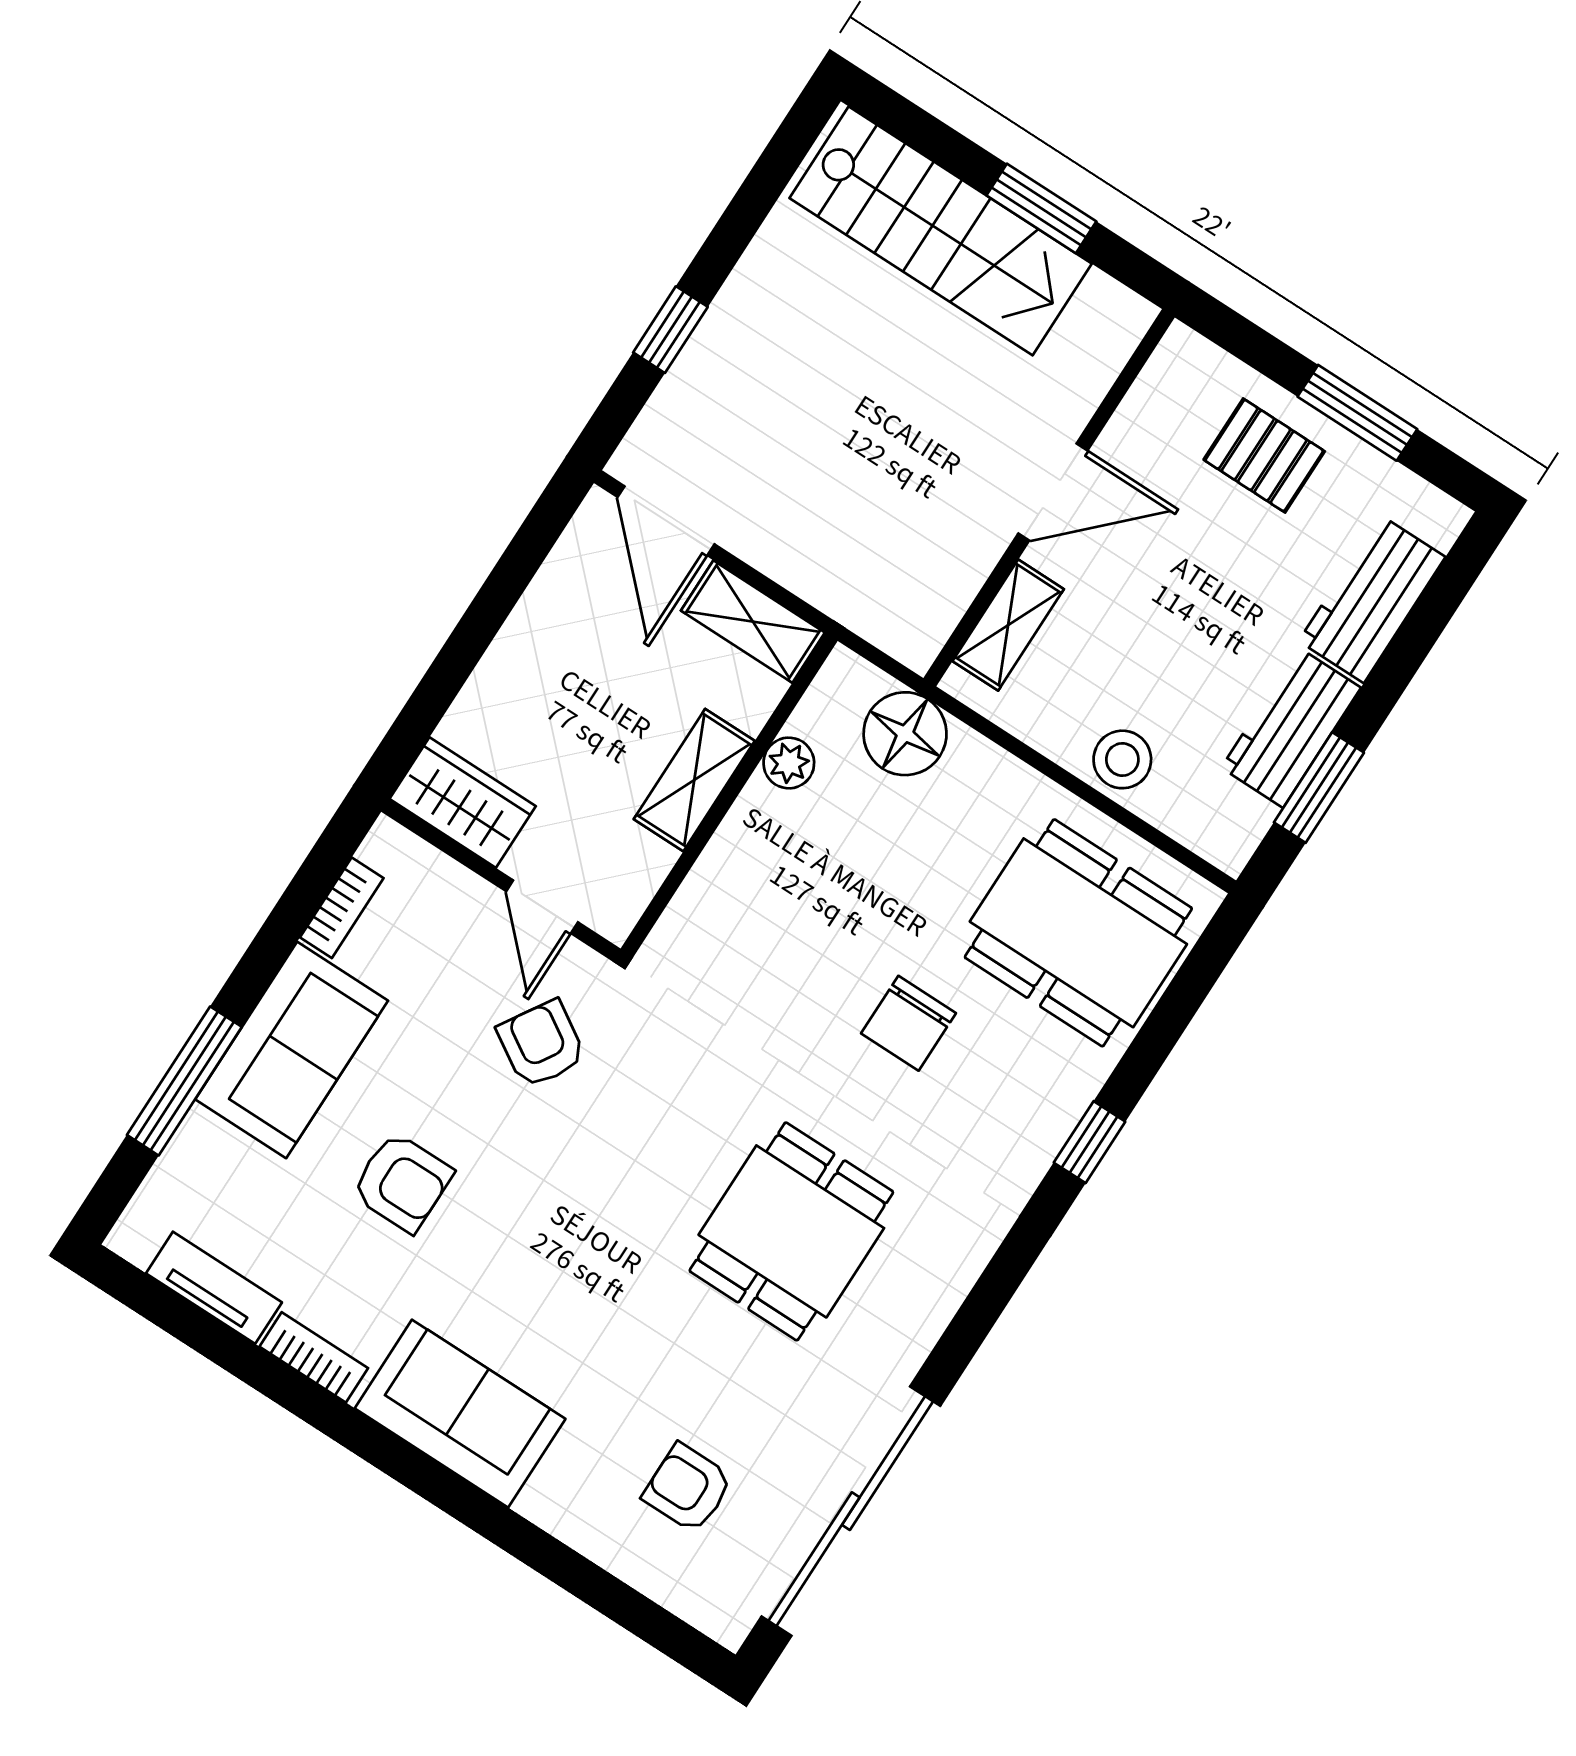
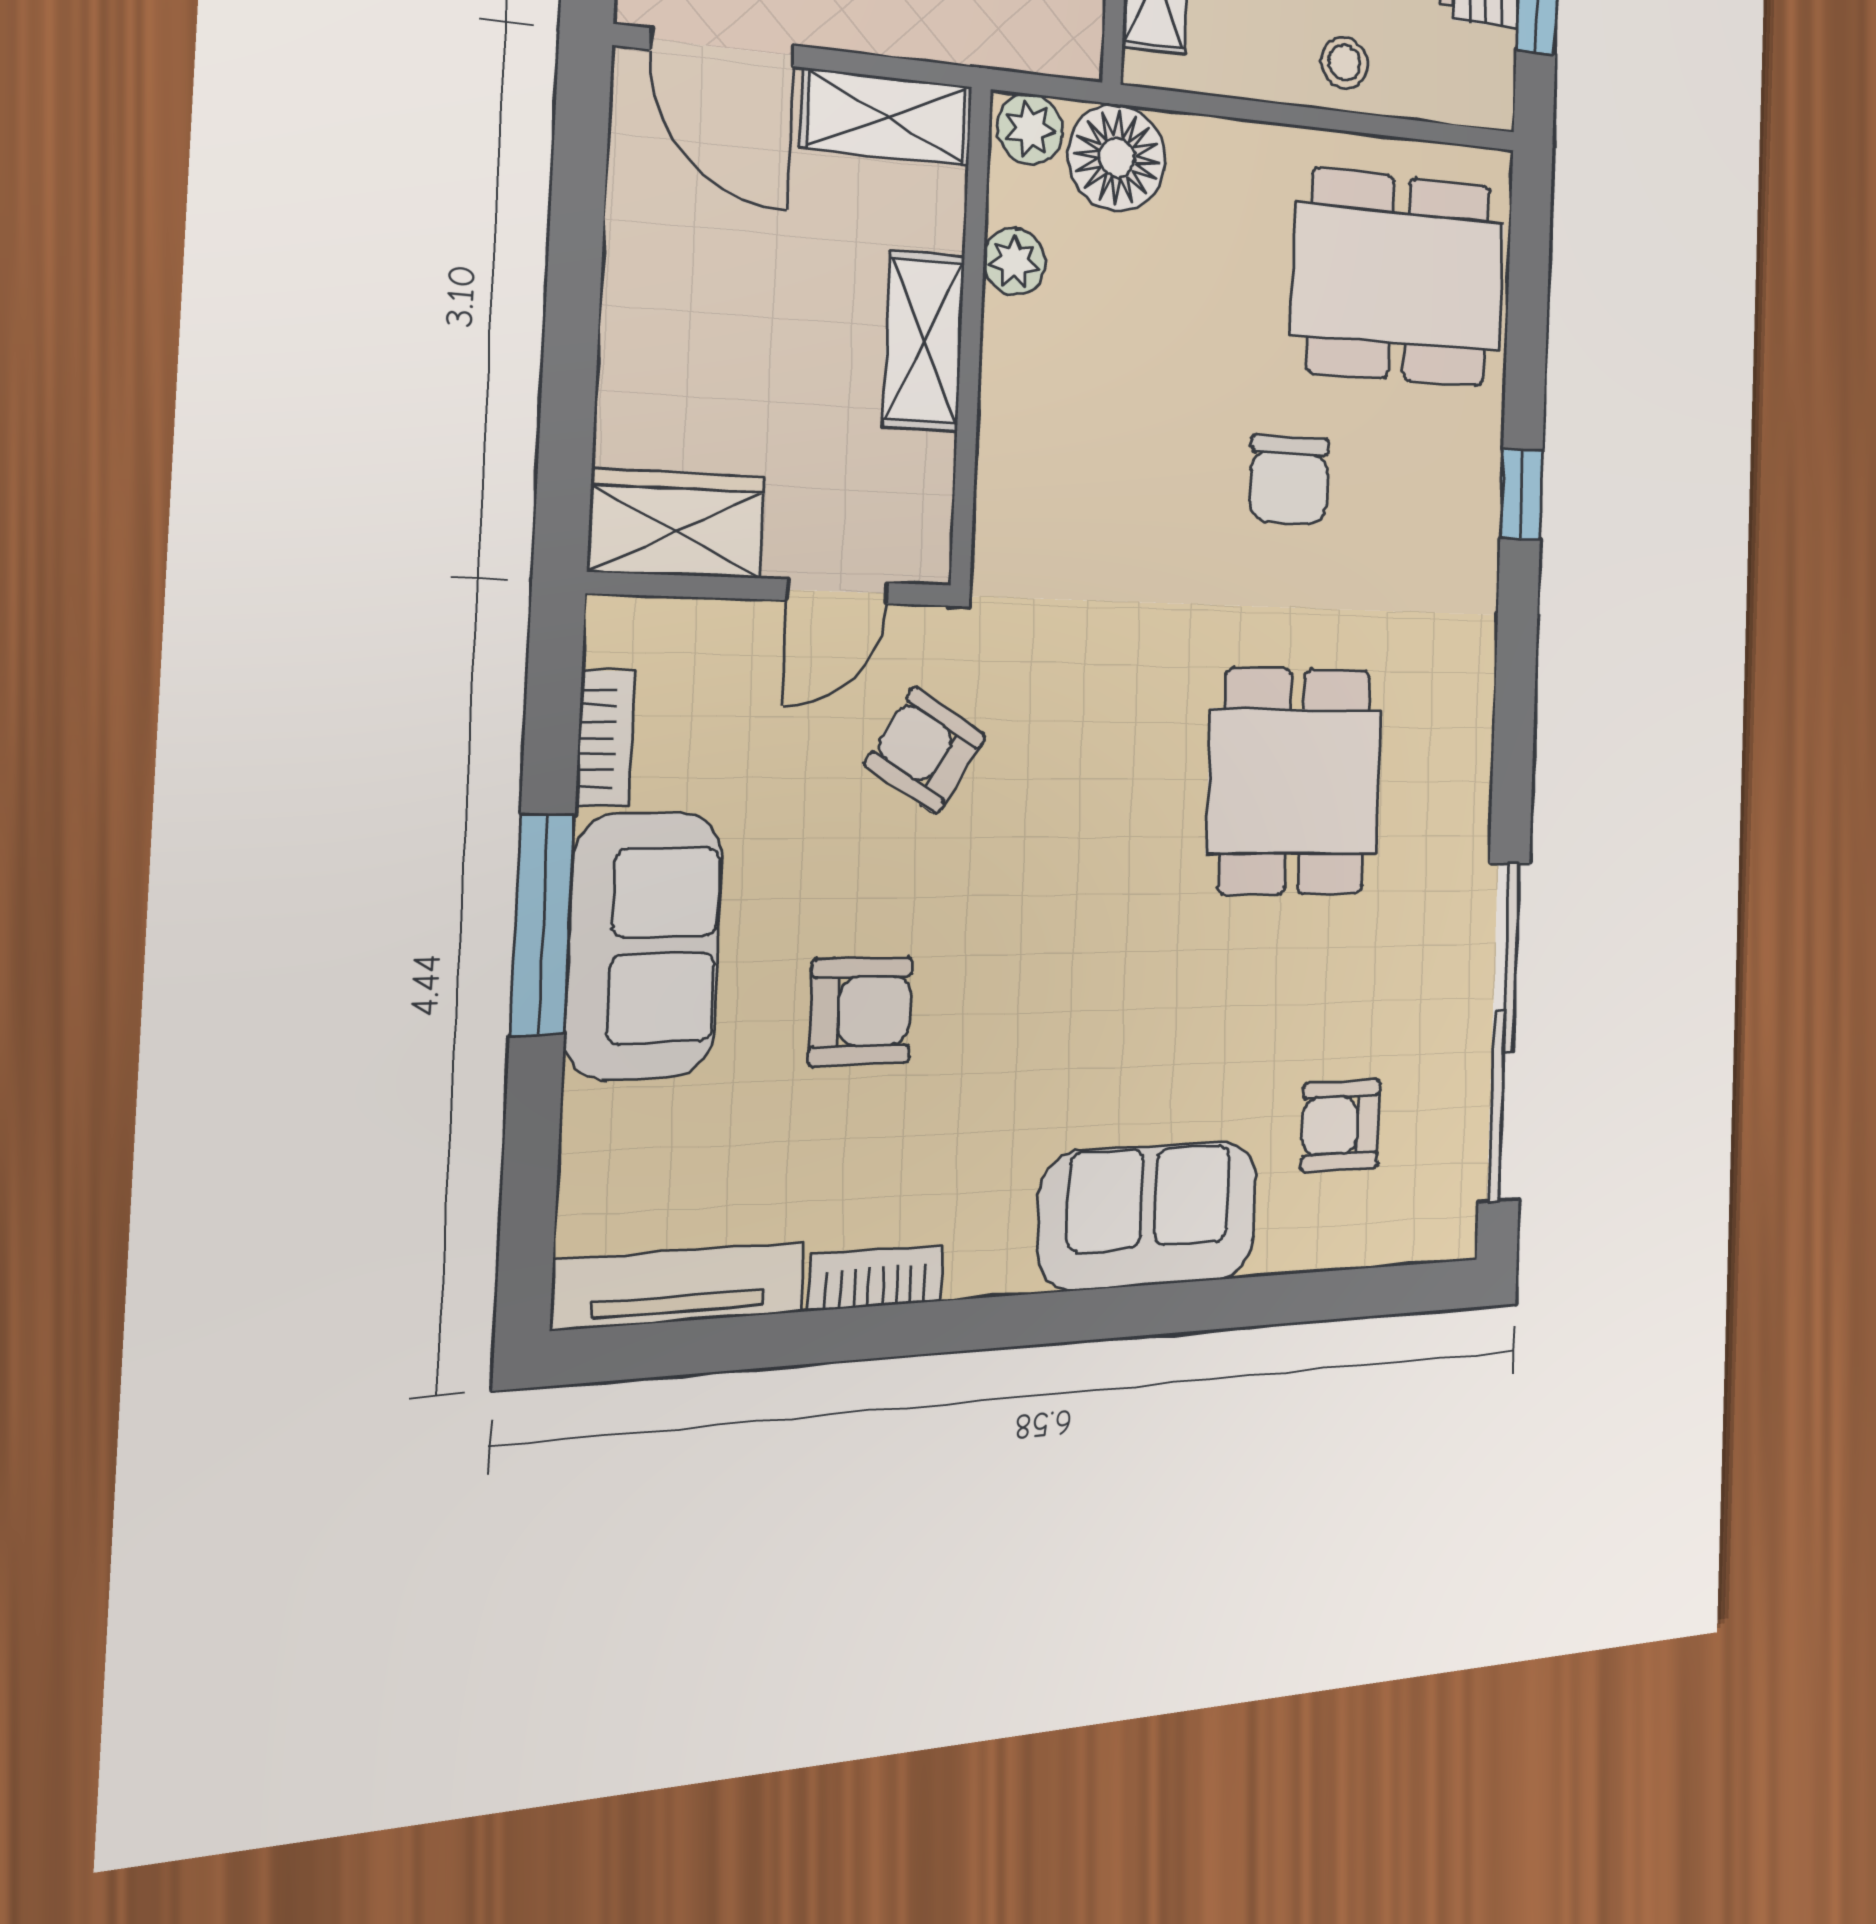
plant: (851, 682) -> (1030, 129), added
stool: (1122, 759) -> (1344, 63), width x0.73, depth x0.73
door: (542, 907) -> (838, 591), hinge flipped
window: (184, 1081) -> (542, 924), moved
tv unit: (214, 1288) -> (679, 1286), width x1.41
sofa: (460, 1414) -> (1148, 1216), moved

